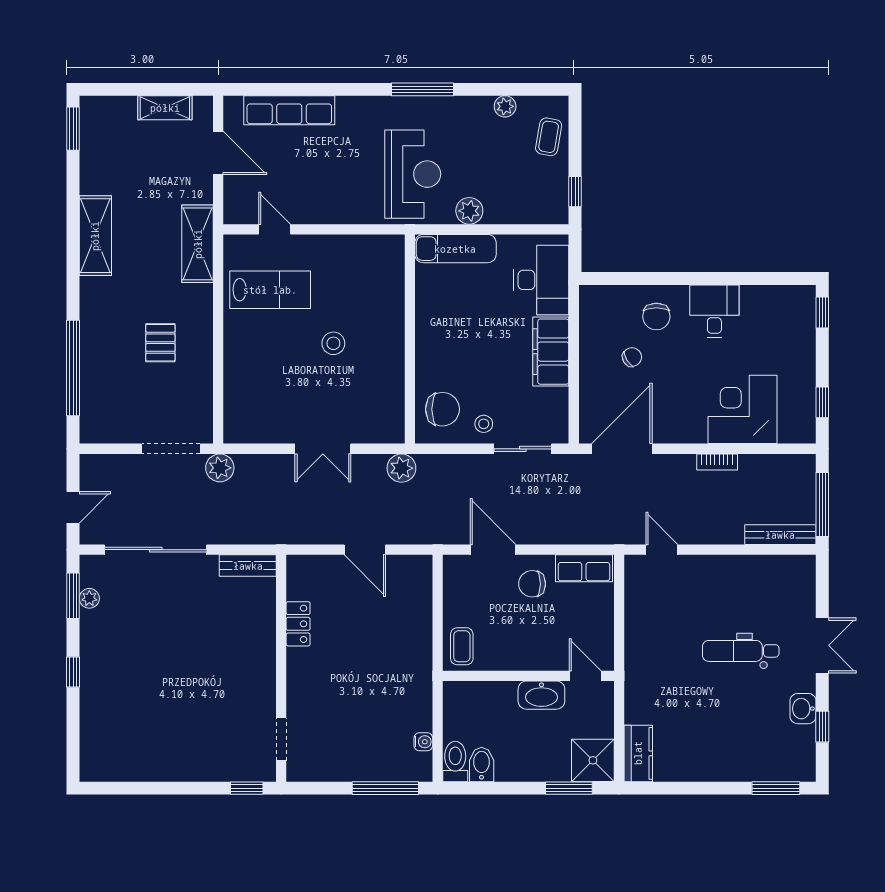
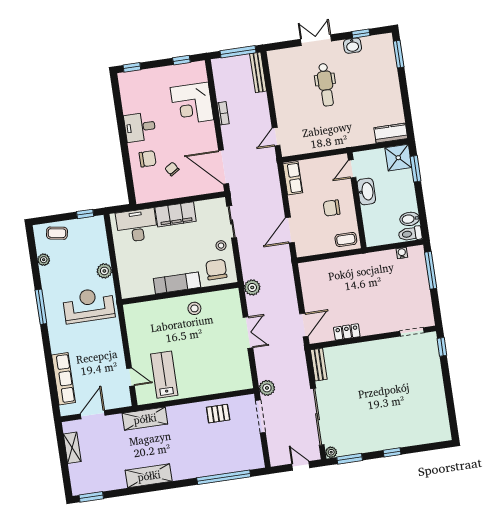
door: (275, 229) -> (130, 377), swing flipped
exam couch: (455, 249) -> (177, 283), moved, turned -90
pallet: (160, 343) -> (218, 414), moved
stool: (333, 343) -> (194, 308), moved
door: (365, 550) -> (304, 325), moved
chair: (532, 584) -> (332, 208), moved, turned 90
plant: (89, 598) -> (331, 452), moved

